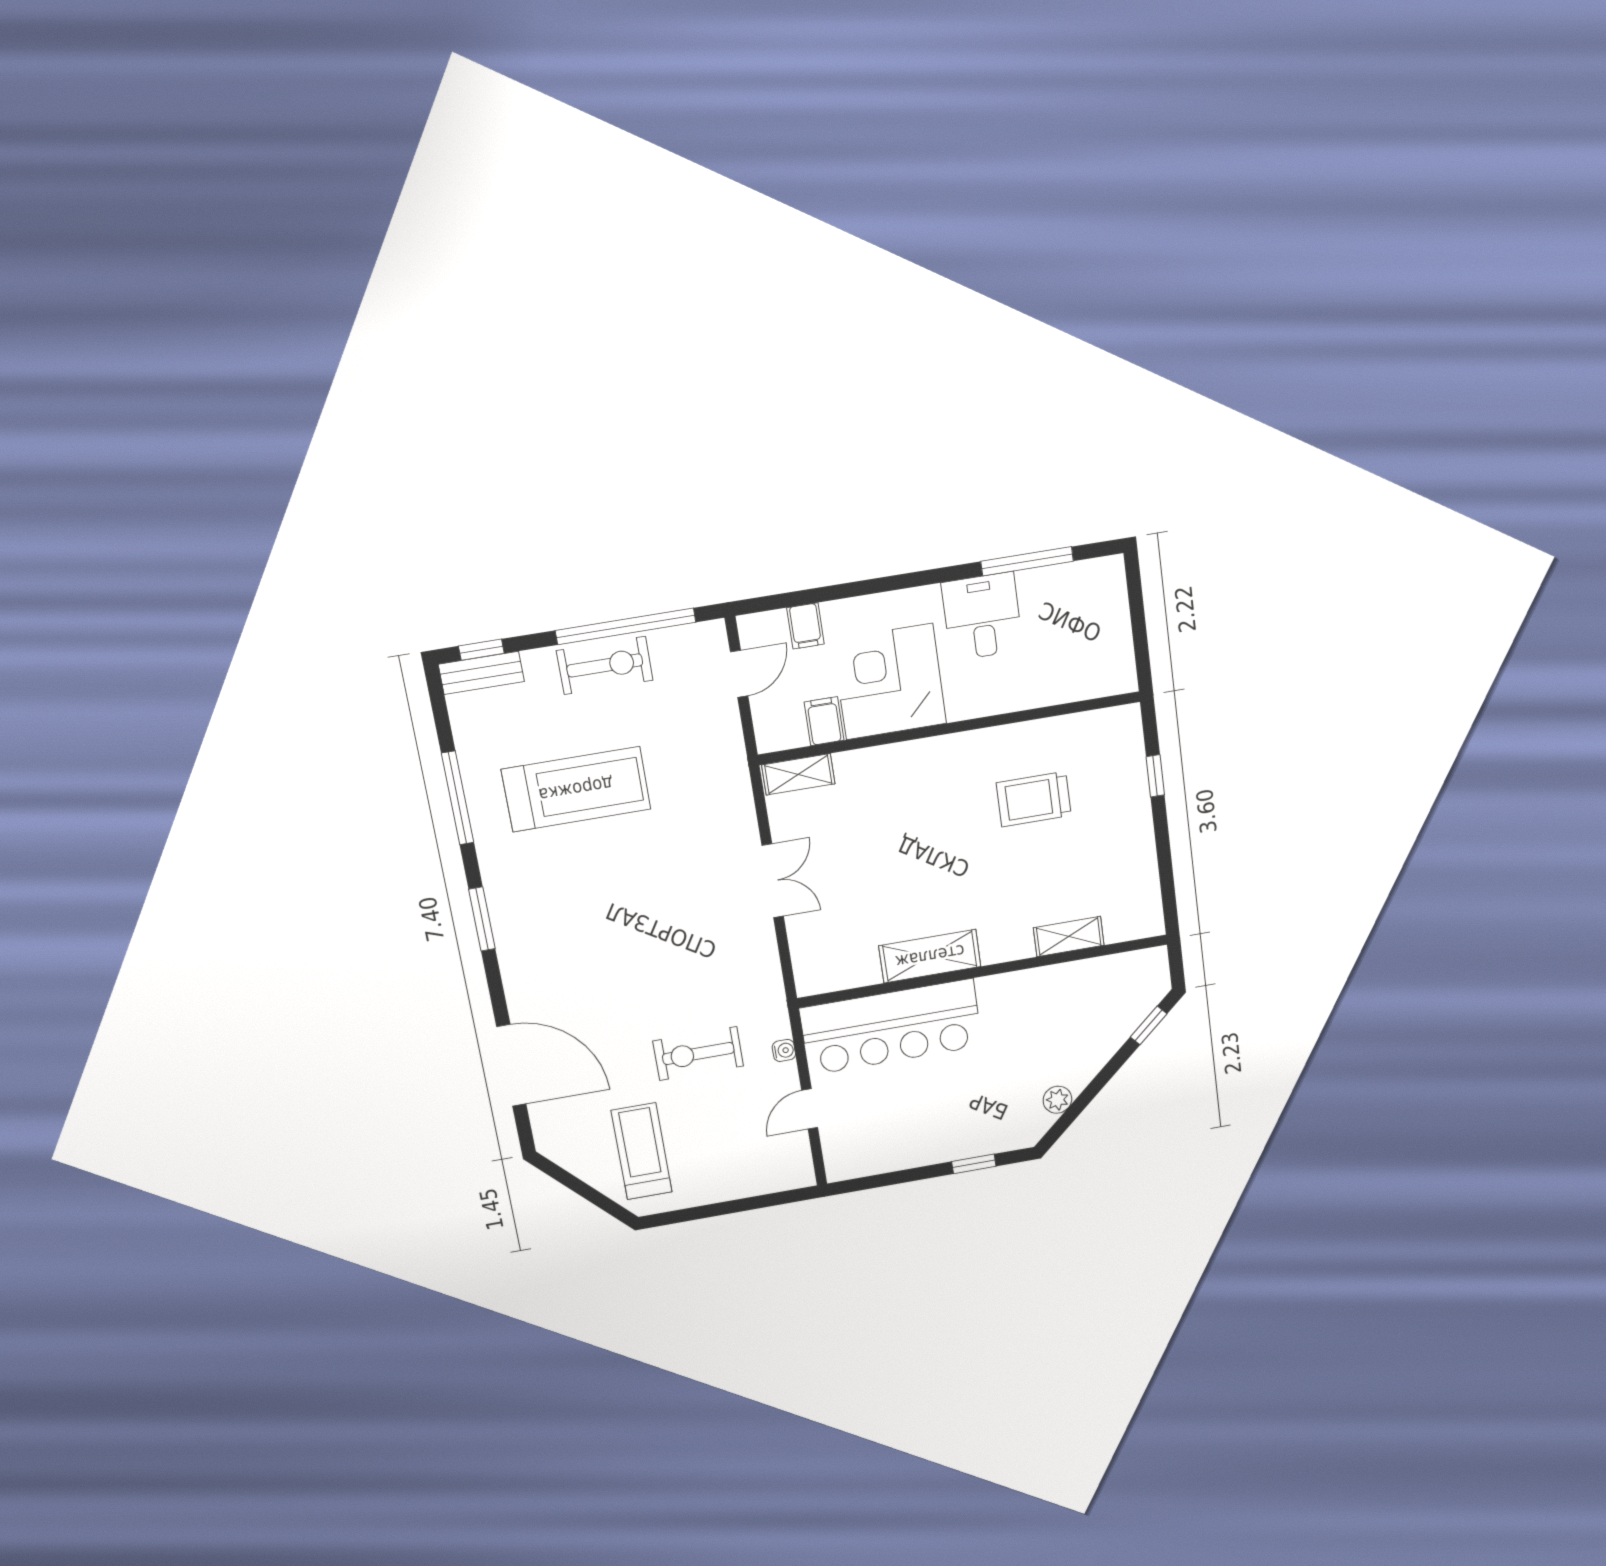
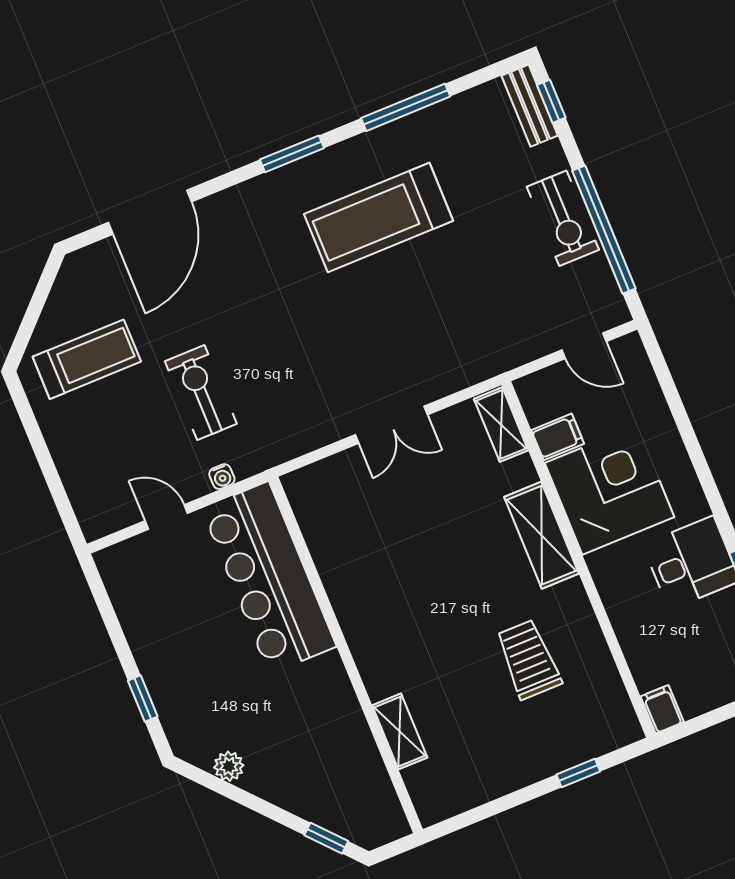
filing cabinet: (805, 626) -> (662, 709), moved, turned 90
treadmill: (576, 789) -> (379, 217), moved, turned 90
shelving: (930, 956) -> (542, 535), moved

